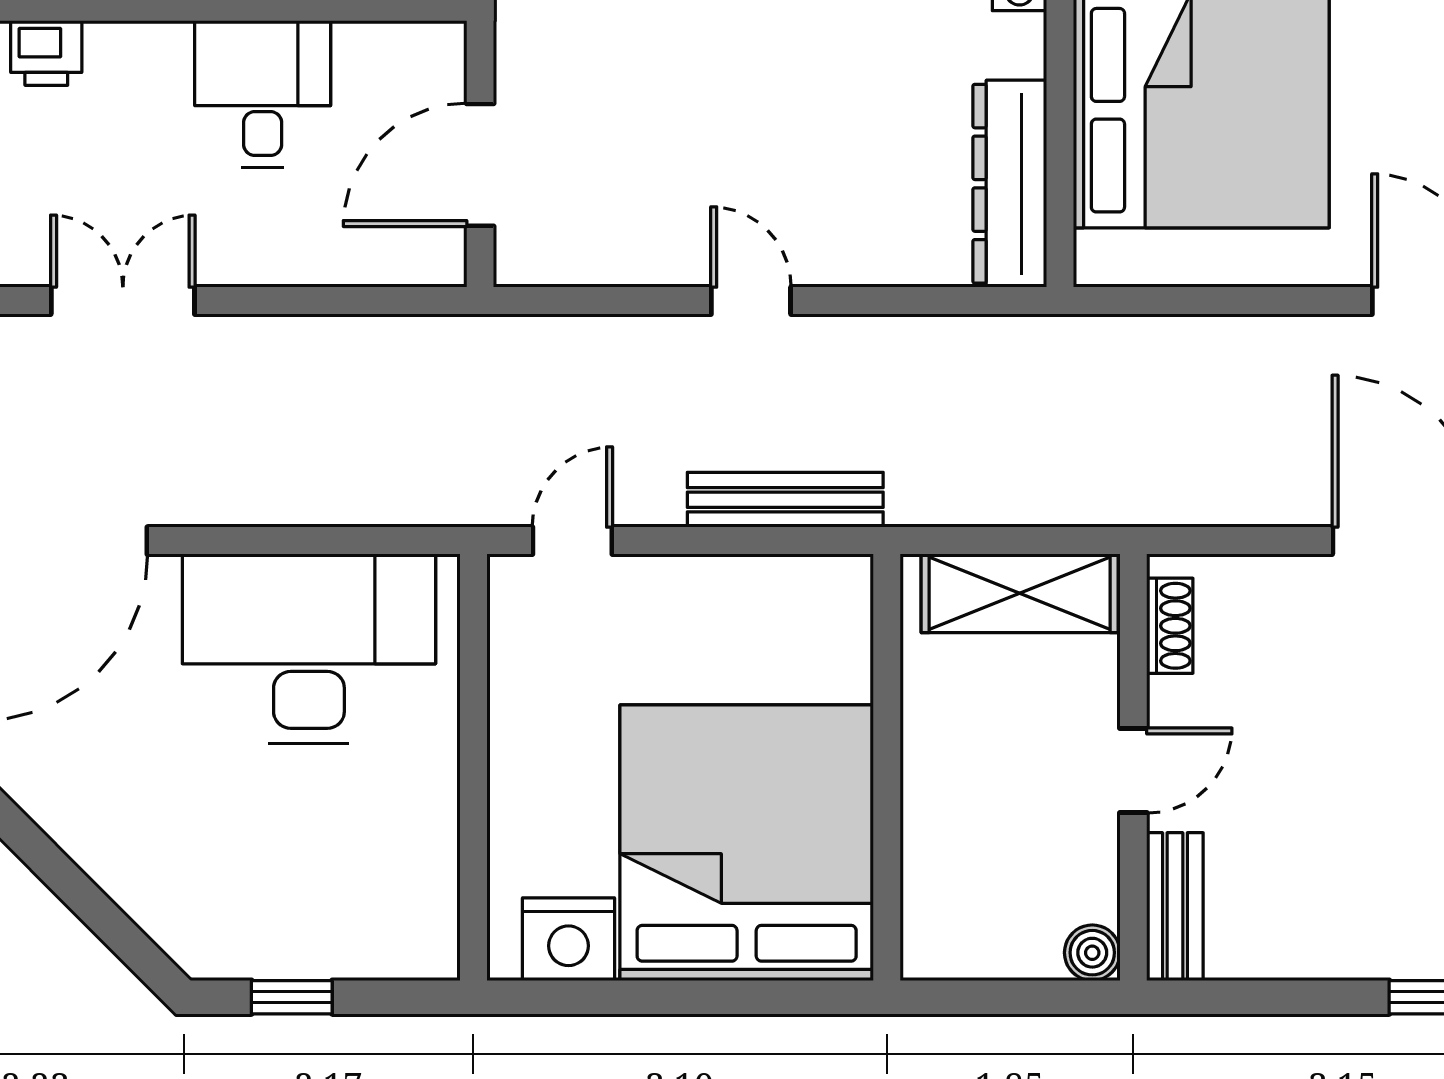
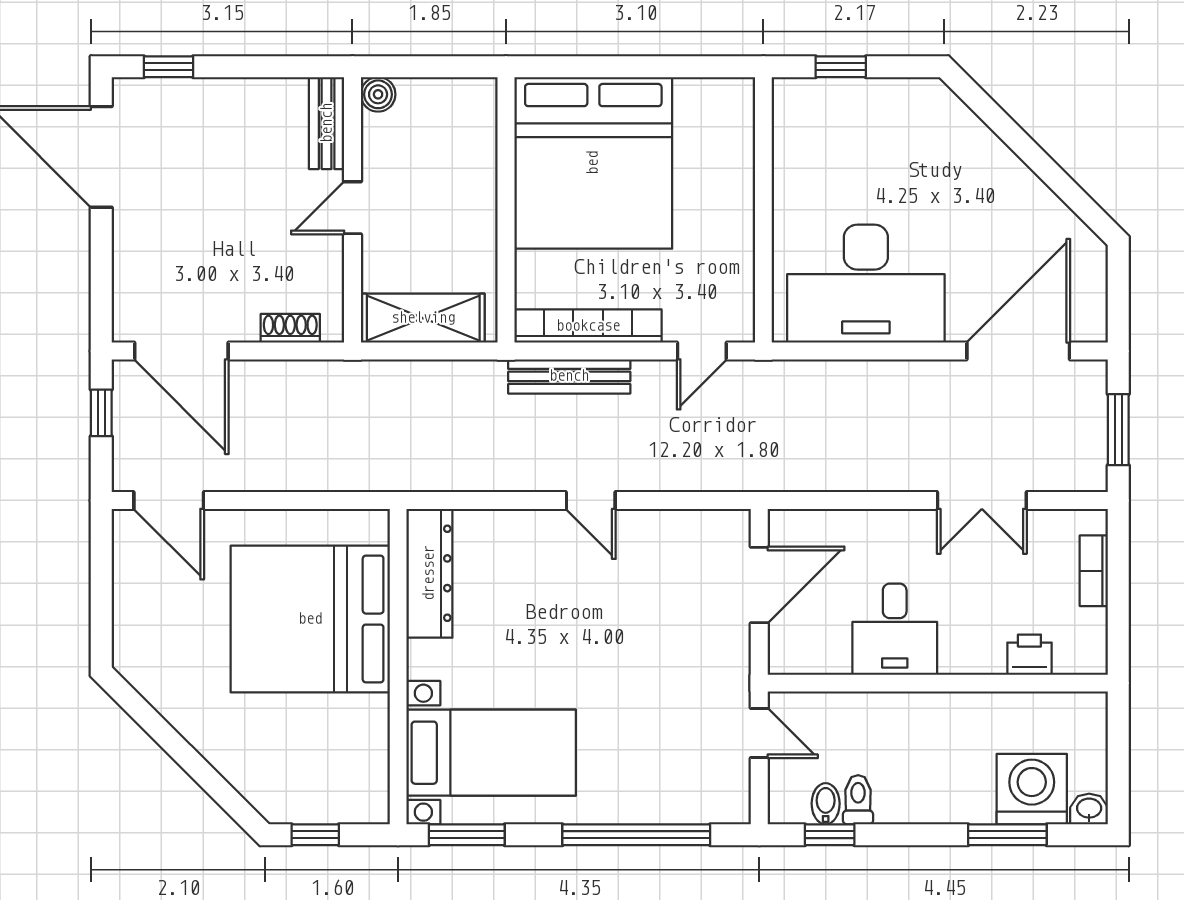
bookcase: (755, 581) -> (588, 326), added
shoe rack: (1170, 626) -> (290, 328), moved, turned 90
nightstand: (568, 939) -> (704, 103), removed
window: (292, 997) -> (841, 67), moved

